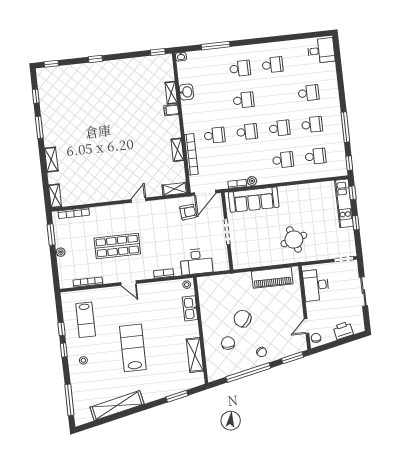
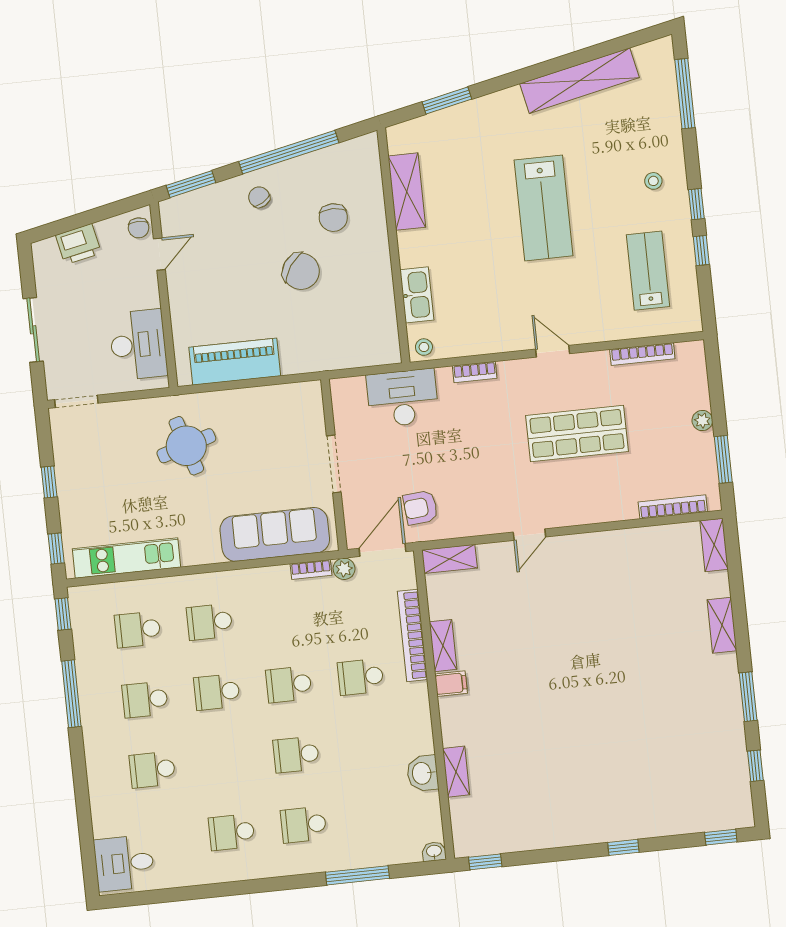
filing cabinet: (171, 110) -> (451, 684), moved
plant: (252, 181) -> (344, 569), moved
kitchen unit: (344, 203) -> (127, 558), moved, turned -90

